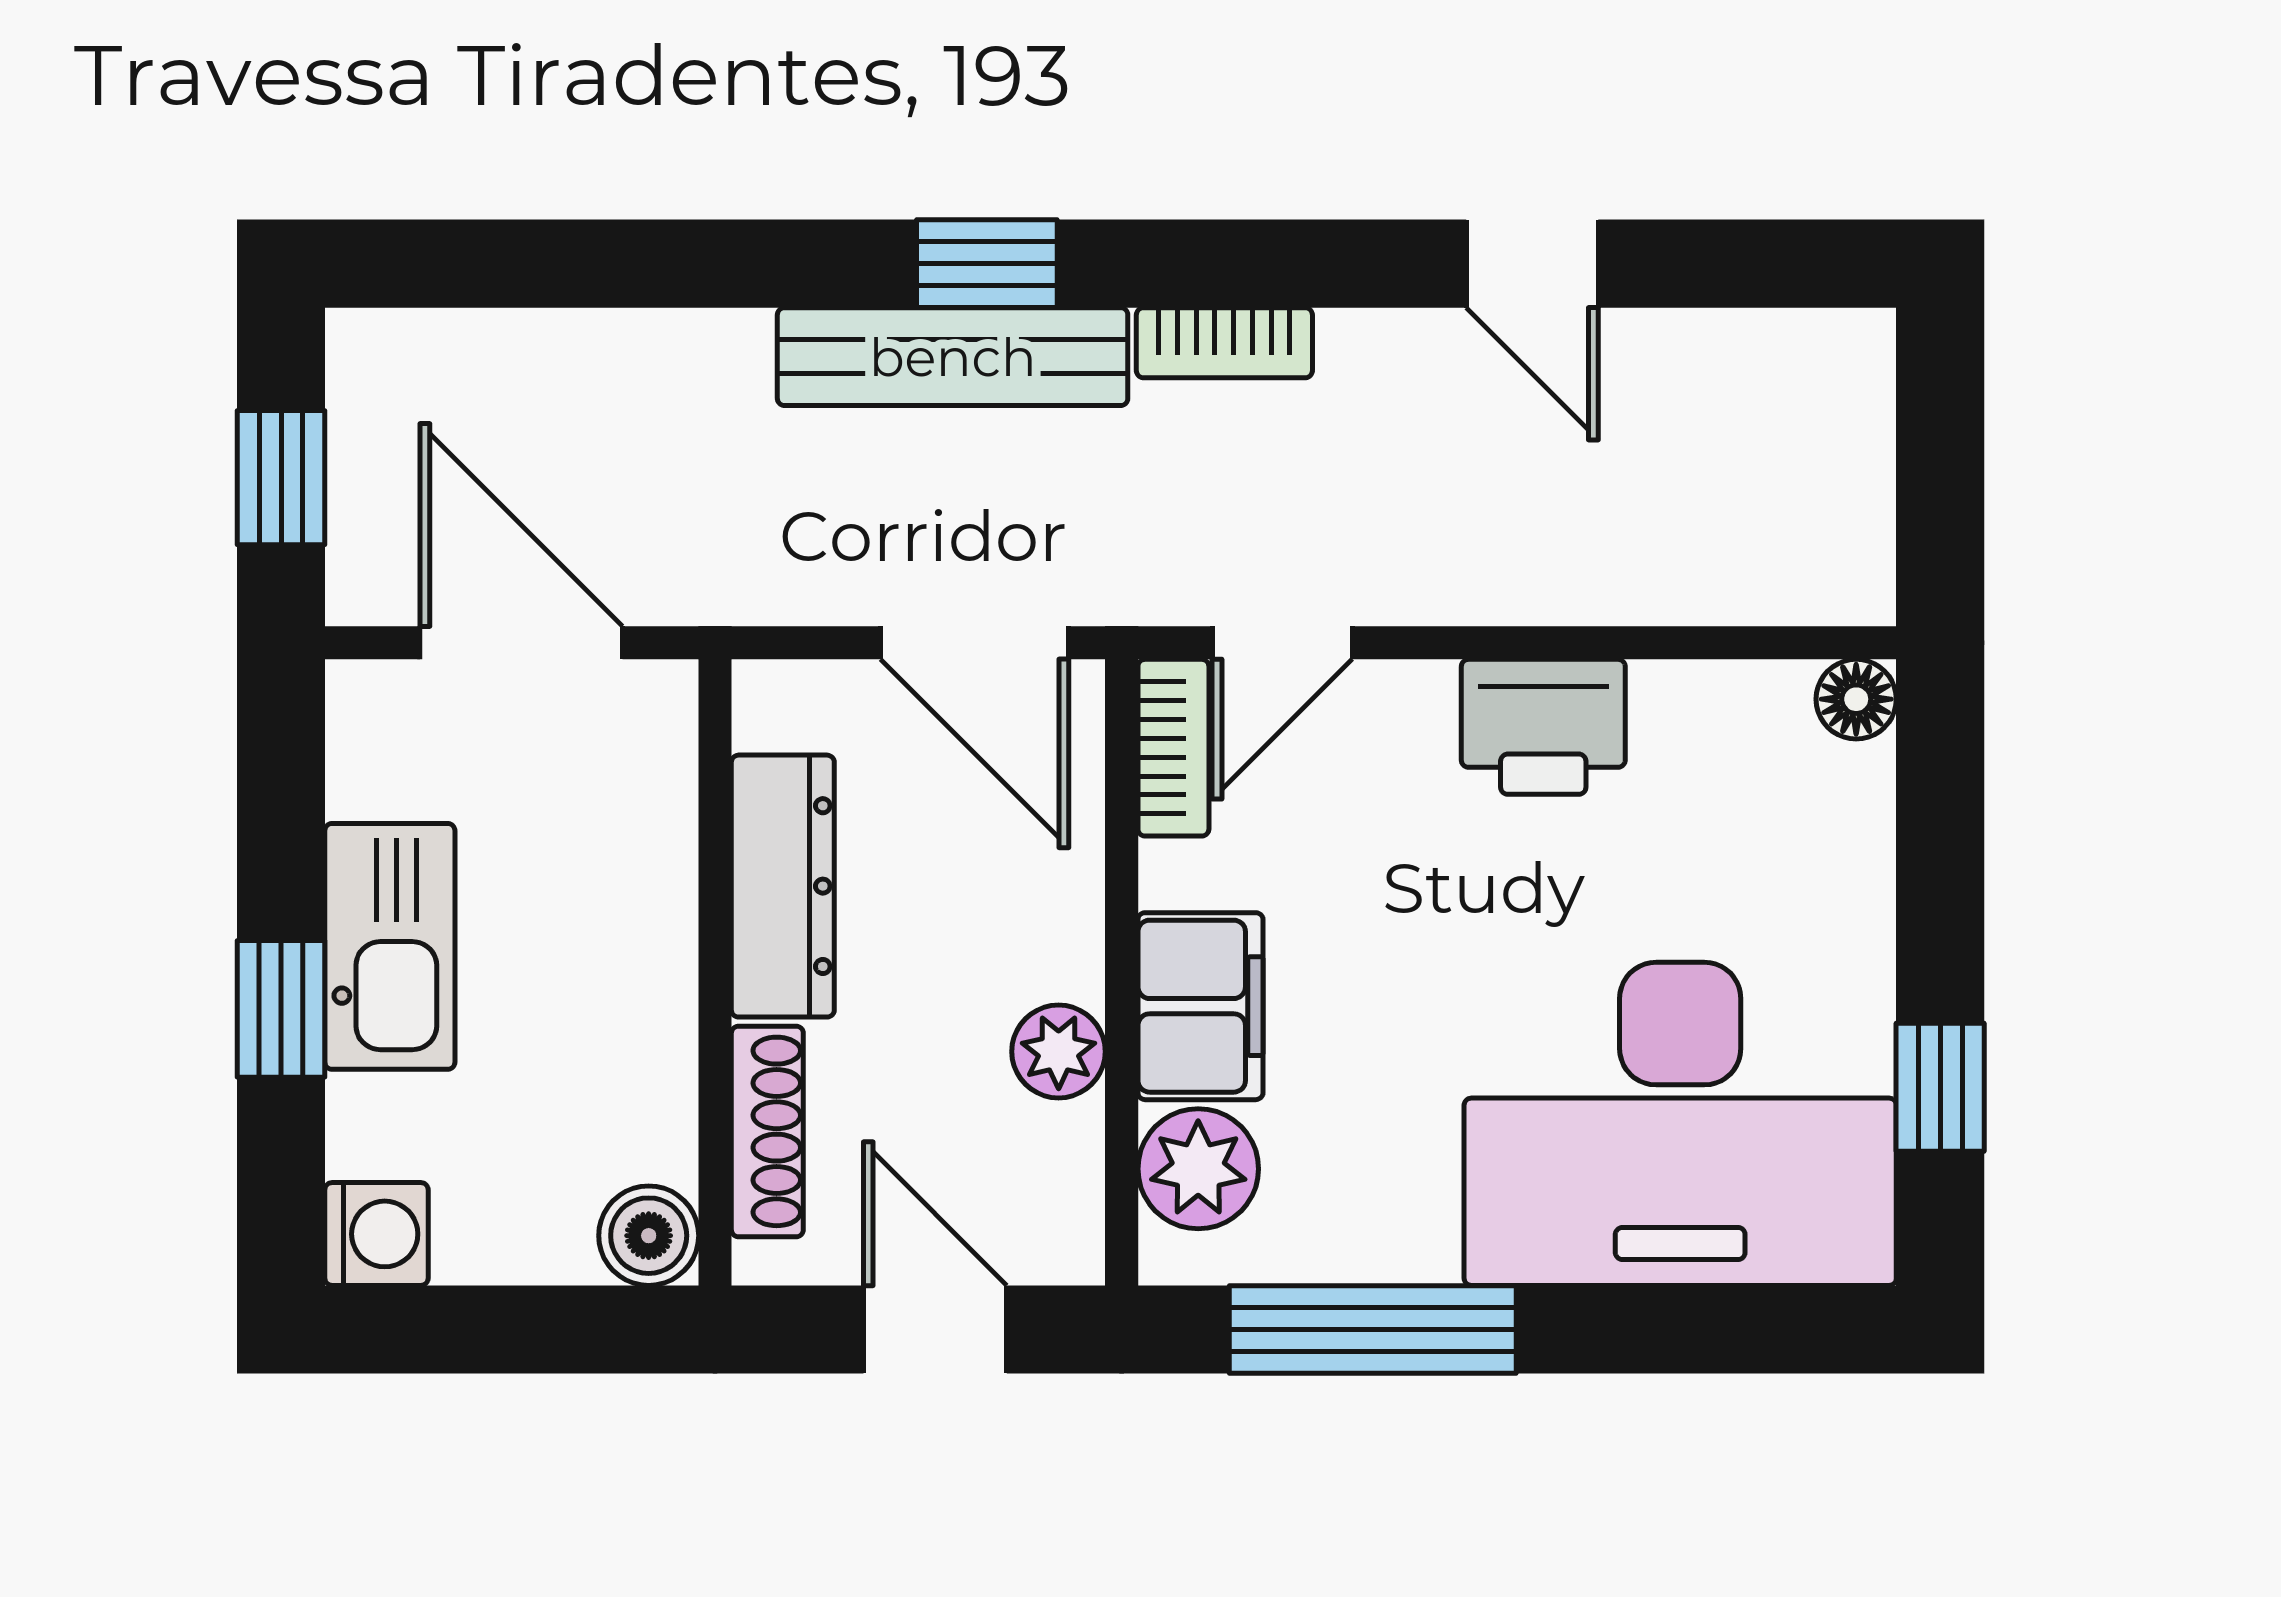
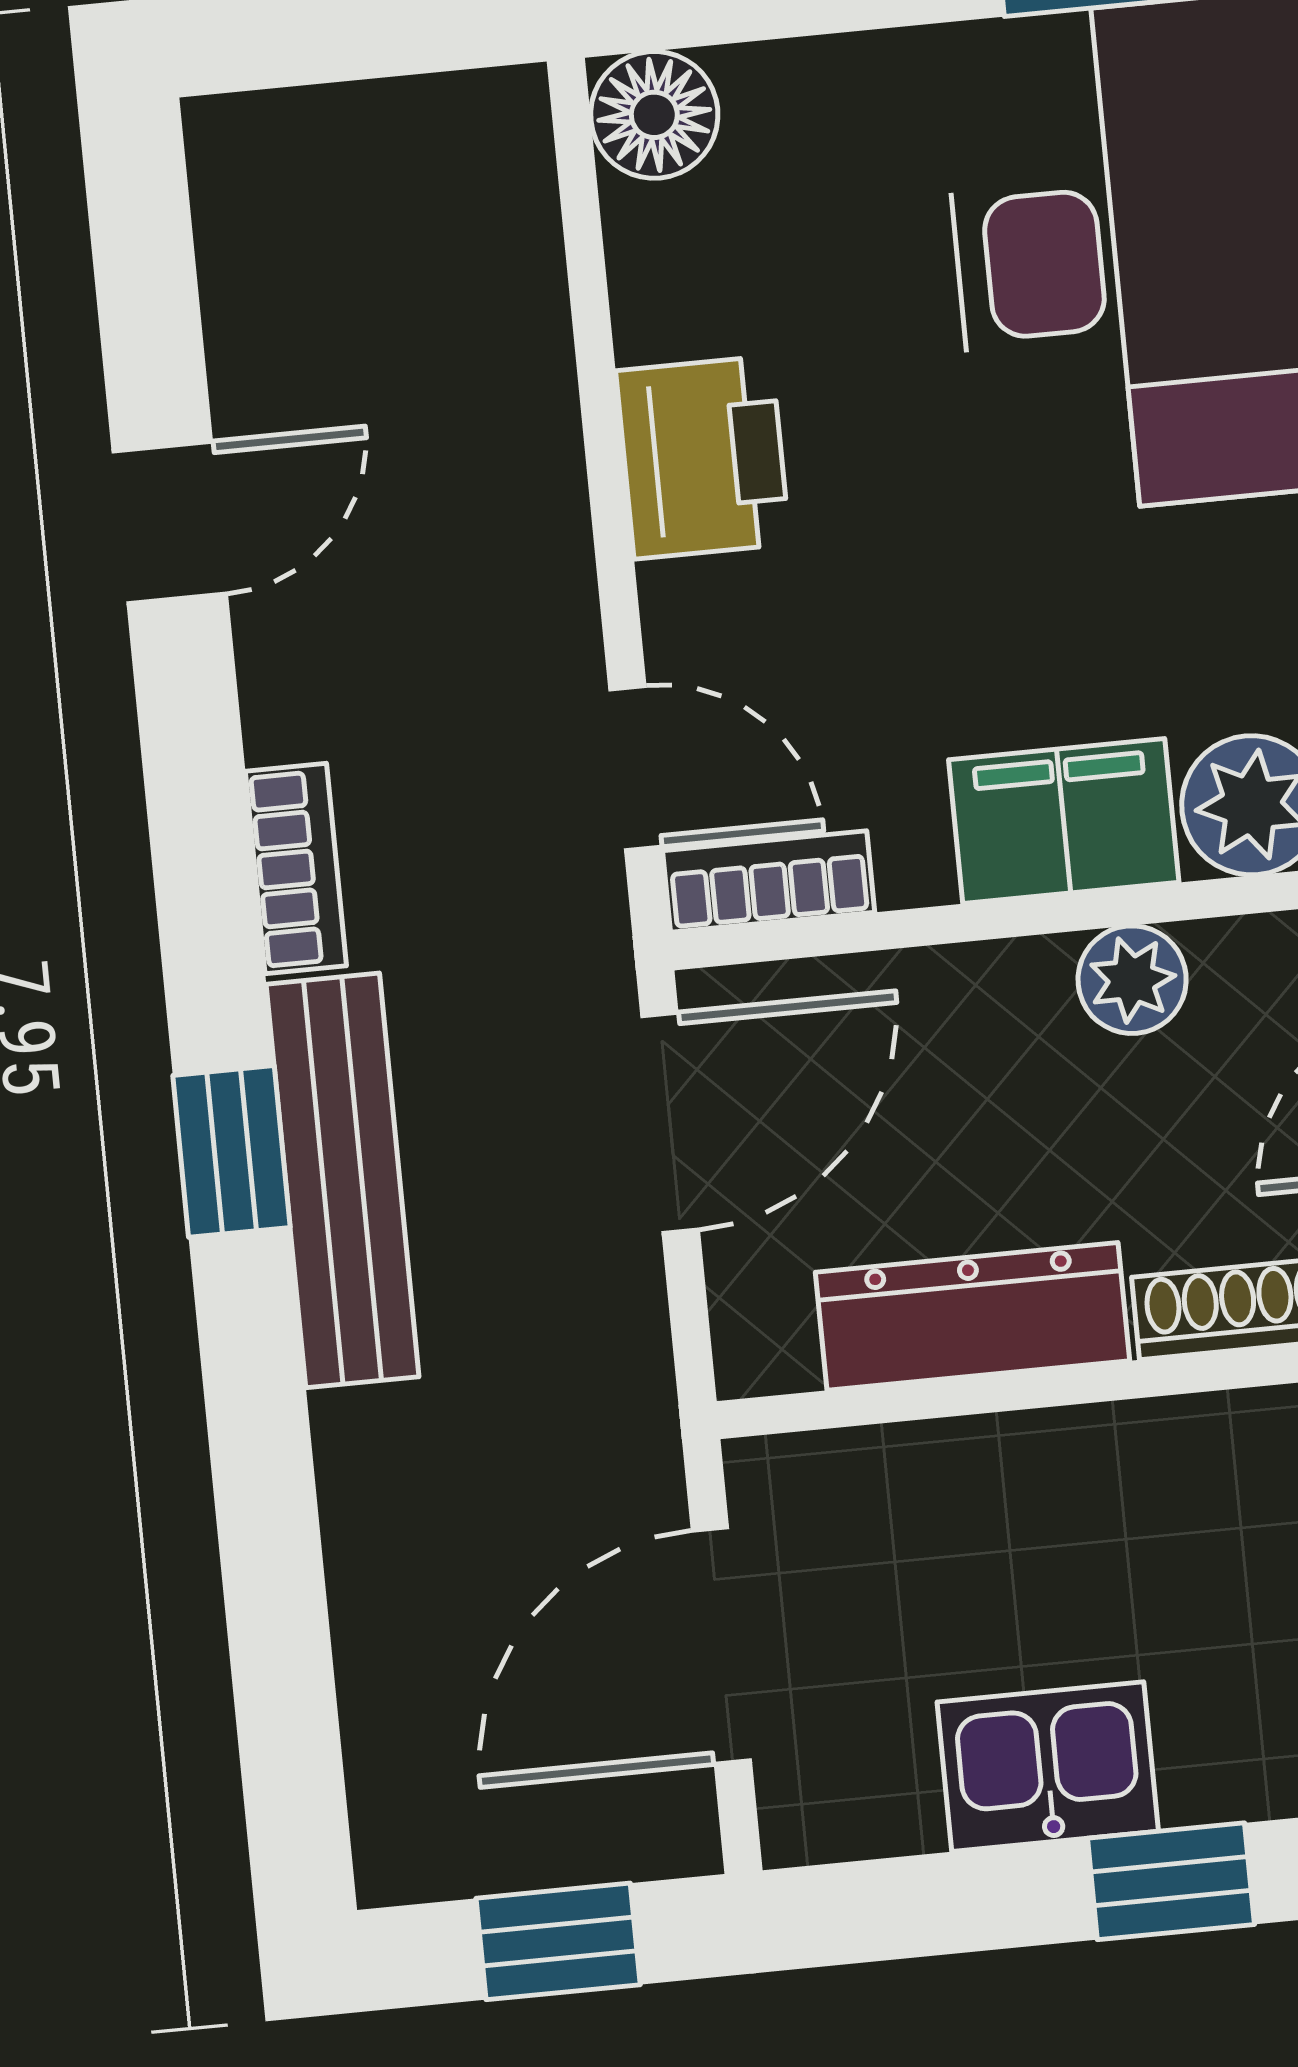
floor lamp: (1856, 699) -> (654, 115), width x1.37, depth x1.37
kitchen sink: (390, 946) -> (1048, 1767), width x0.73

